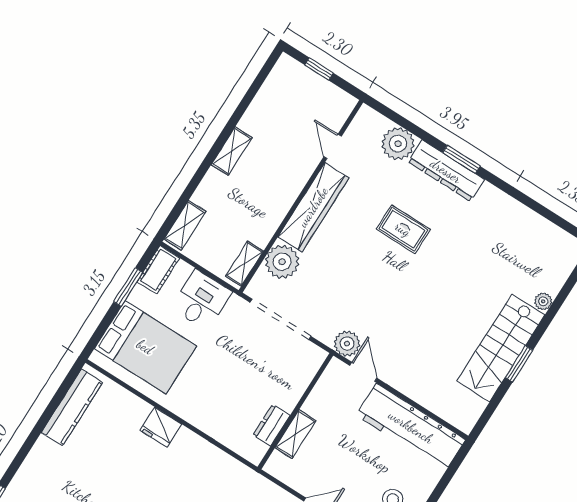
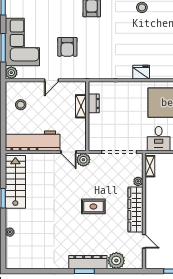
rug: (403, 229) -> (93, 206), moved
plant: (282, 262) -> (138, 181), width x0.53, depth x0.53
stairs: (501, 348) -> (15, 182), moved

